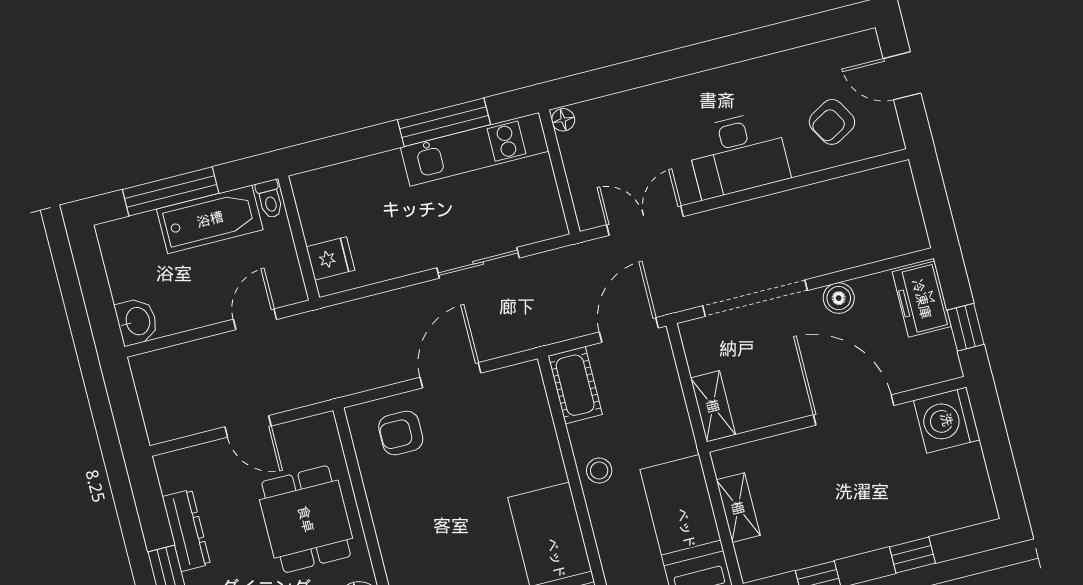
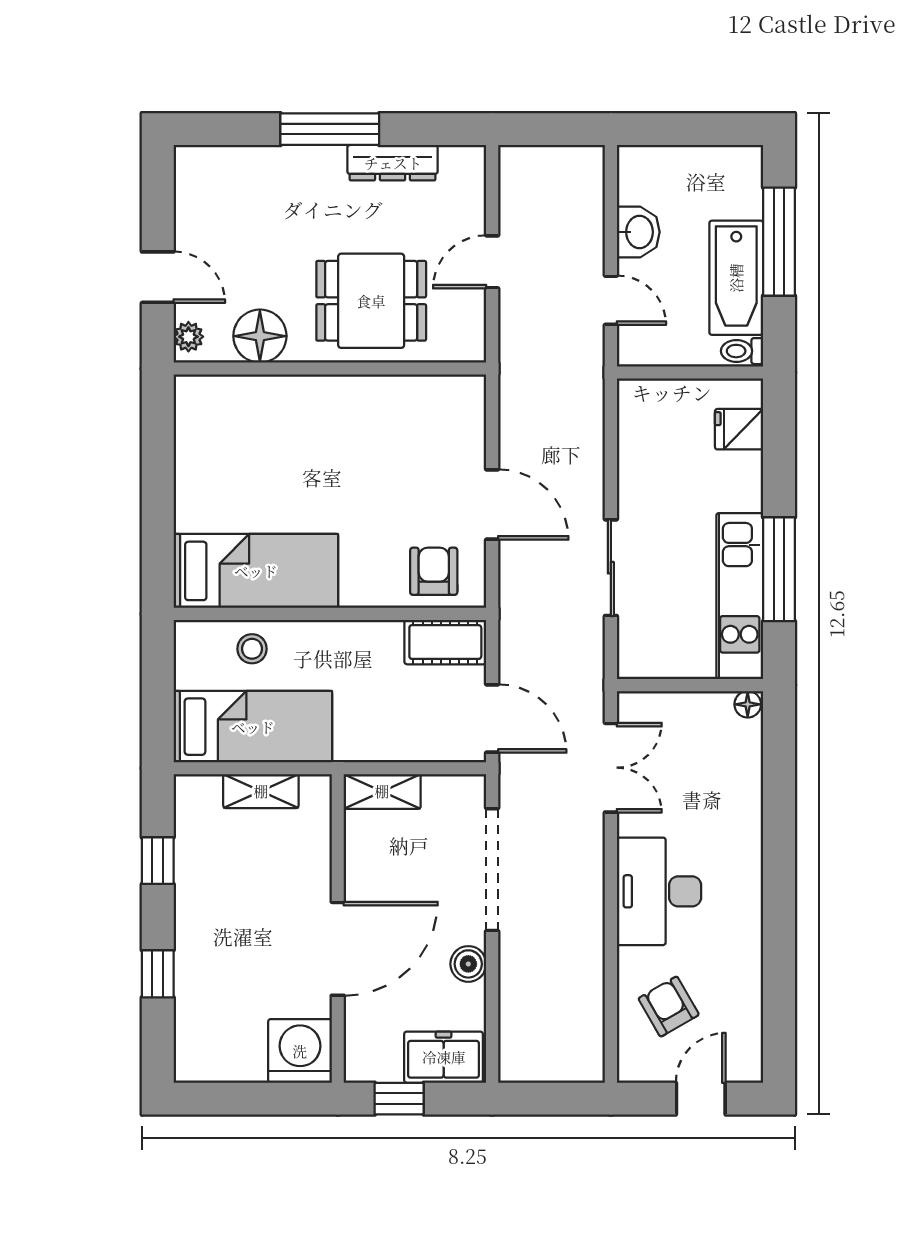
fridge: (330, 258) -> (739, 429), moved, turned 90
washbasin: (137, 321) -> (638, 232), moved, turned -90
armchair: (401, 433) -> (434, 571), moved
stool: (599, 471) -> (252, 649), moved

